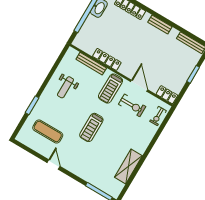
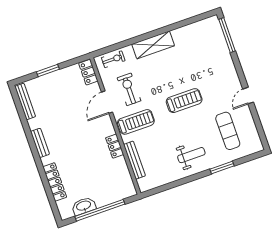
locker: (107, 59) -> (115, 146), width x0.66
weight bench: (65, 87) -> (191, 155), moved
shelving: (128, 167) -> (153, 45), moved

